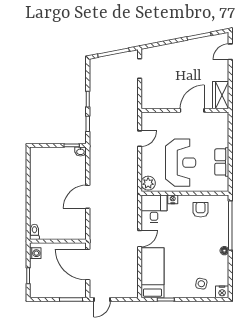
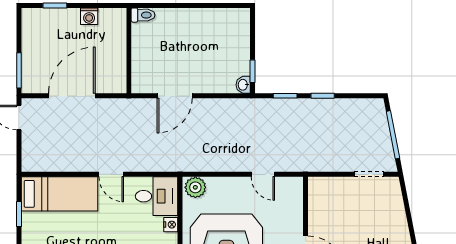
door: (88, 197) -> (175, 96), swing flipped
toilet: (34, 232) -> (143, 15), moved
wall: (58, 241) -> (129, 51), moved

